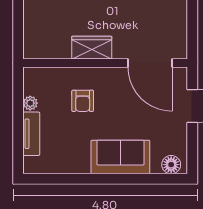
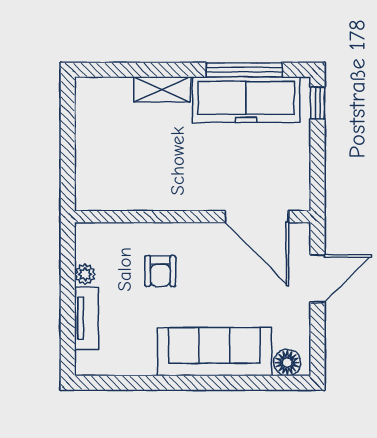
wardrobe: (92, 48) -> (173, 195), removed
sofa: (120, 157) -> (215, 352), width x1.36

